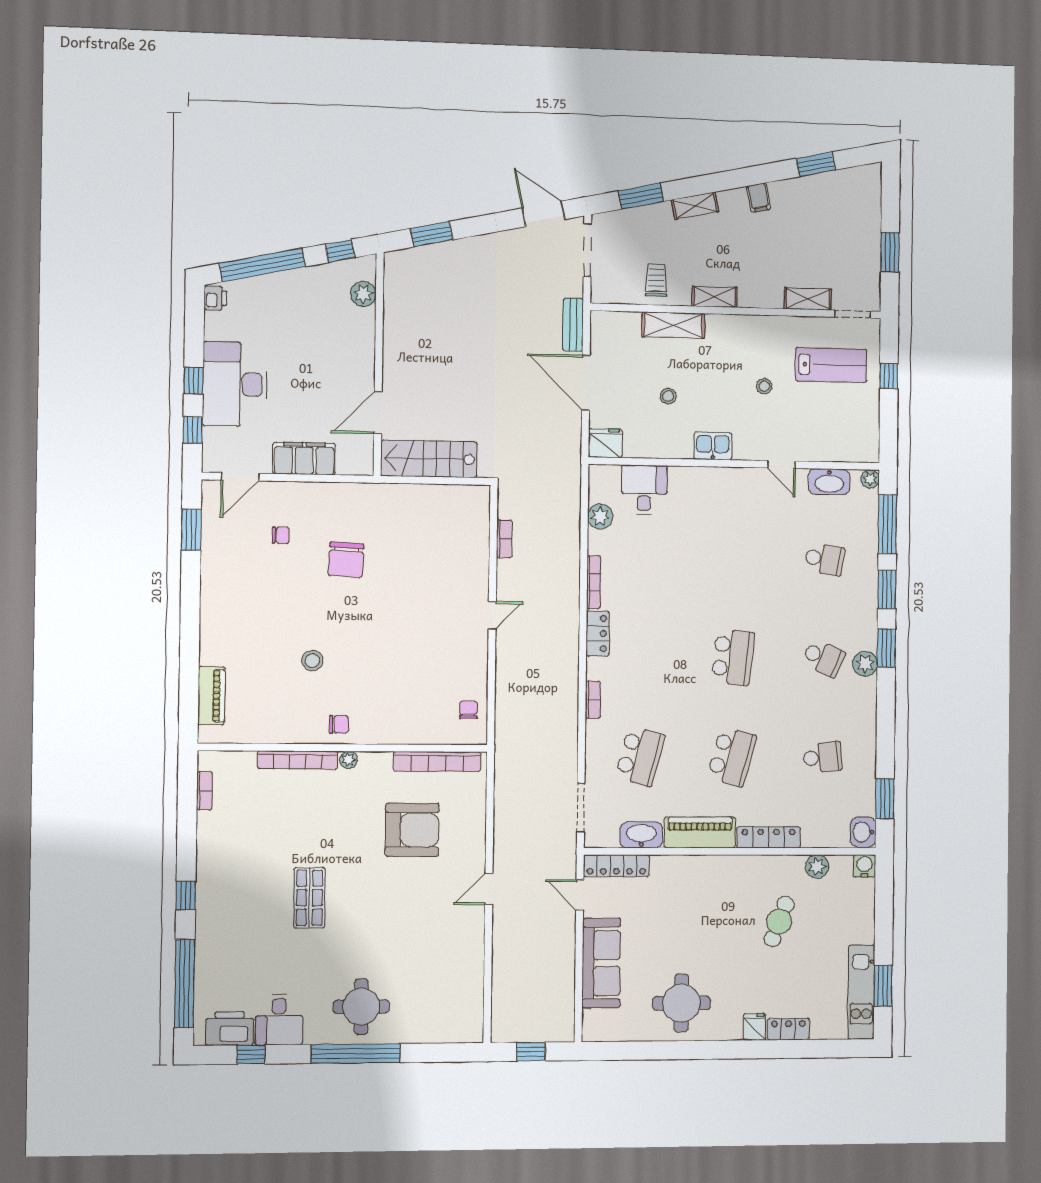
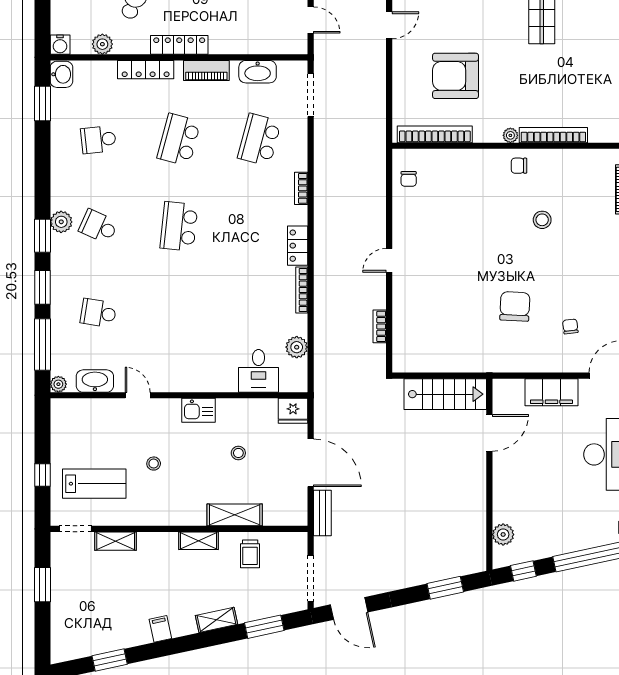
lab bench: (831, 365) -> (94, 484), turned 180
chair: (281, 535) -> (570, 326), turned 83
piano: (700, 832) -> (206, 71), width x0.73, depth x0.75
locker: (616, 866) -> (179, 45), moved

